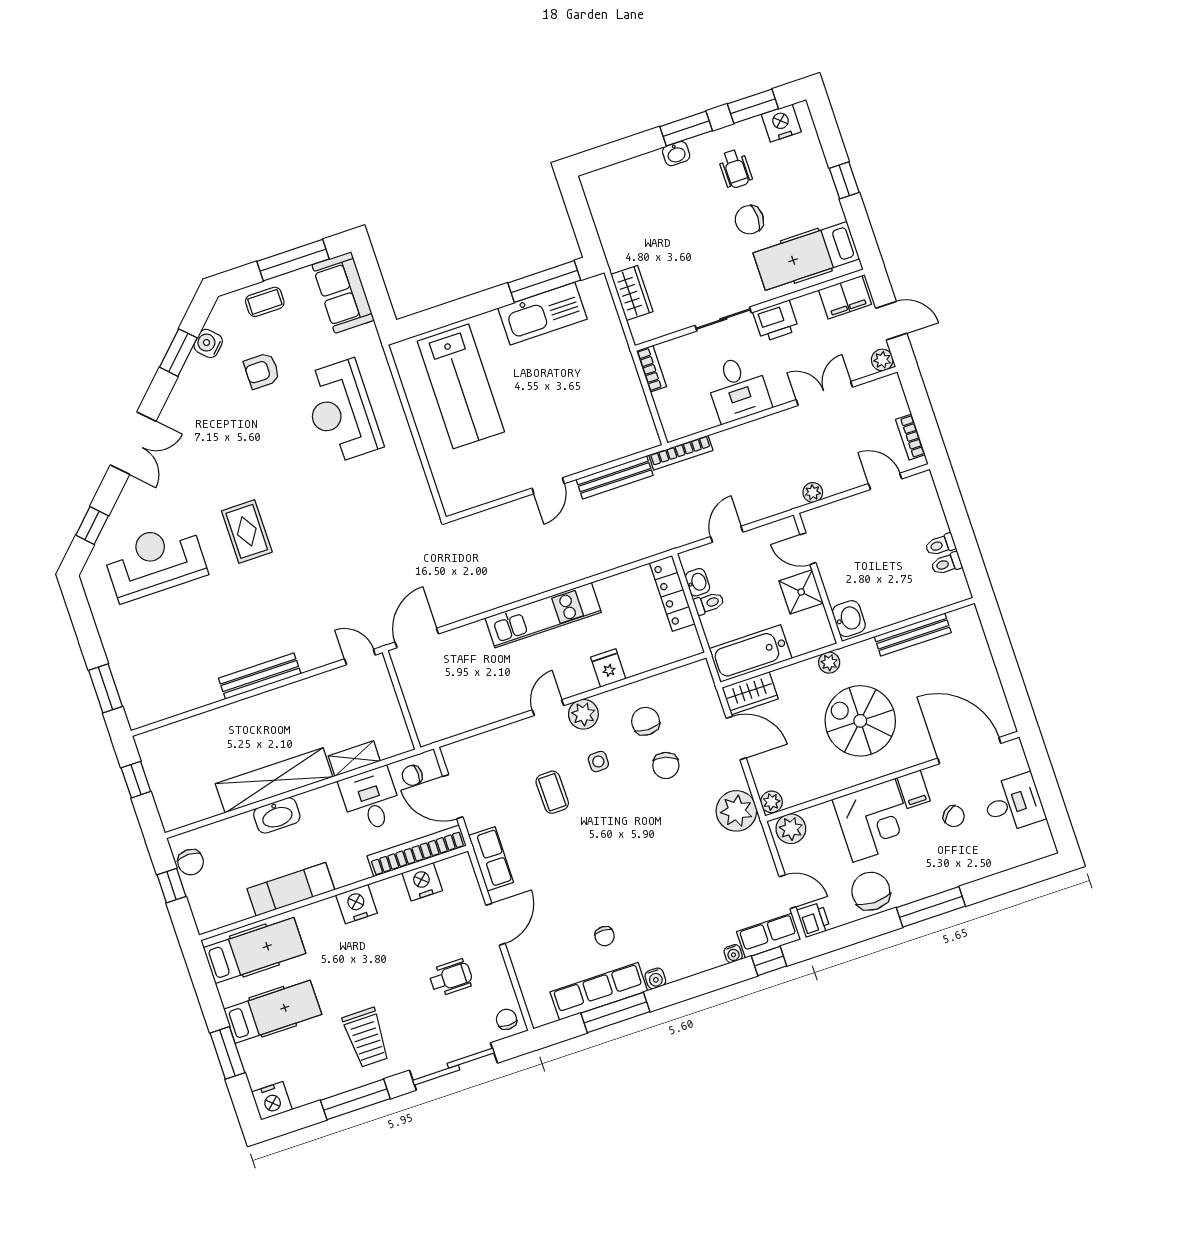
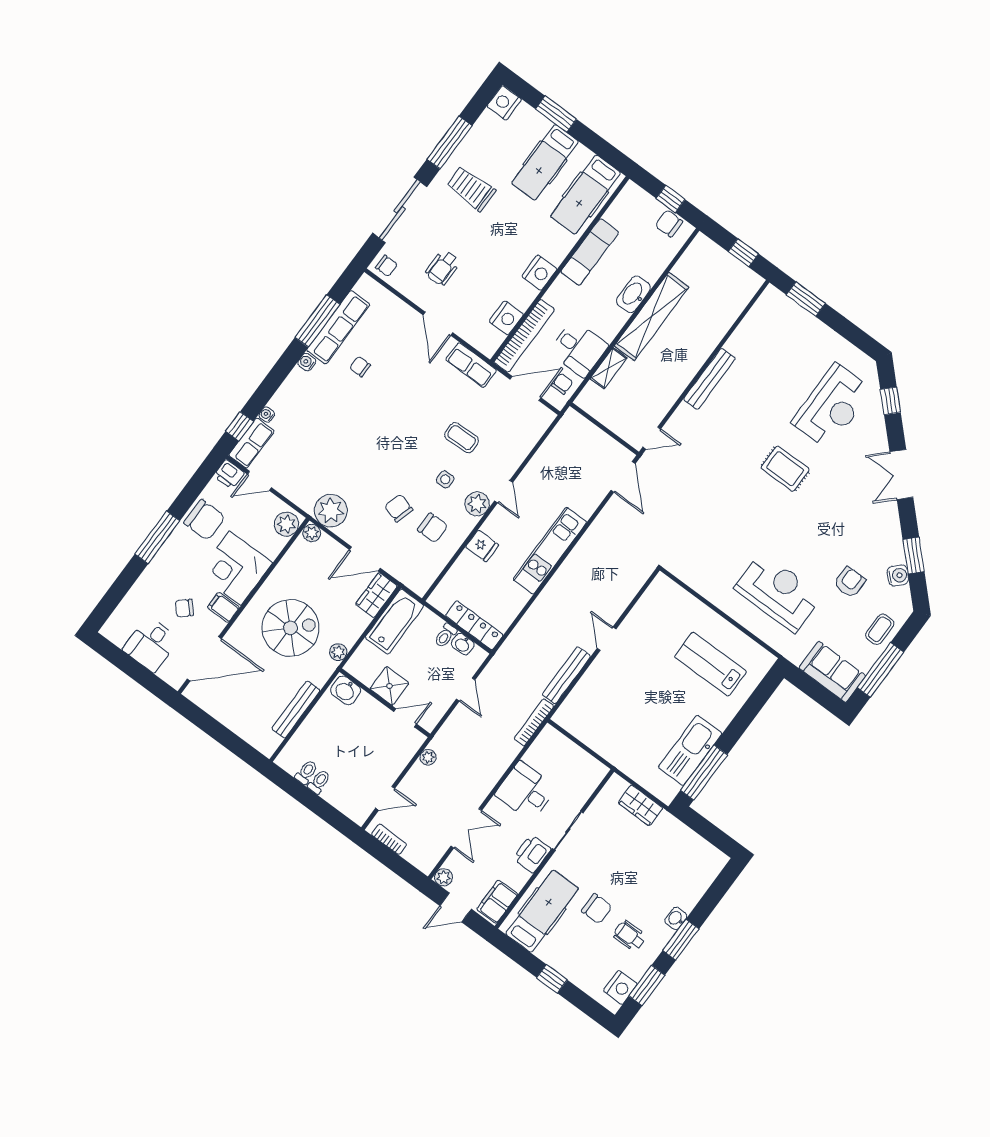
chair: (749, 220) -> (597, 909), turned 90
bookcase: (651, 369) -> (592, 764), removed
lab bench: (461, 386) -> (710, 664), width x0.73, depth x0.72

